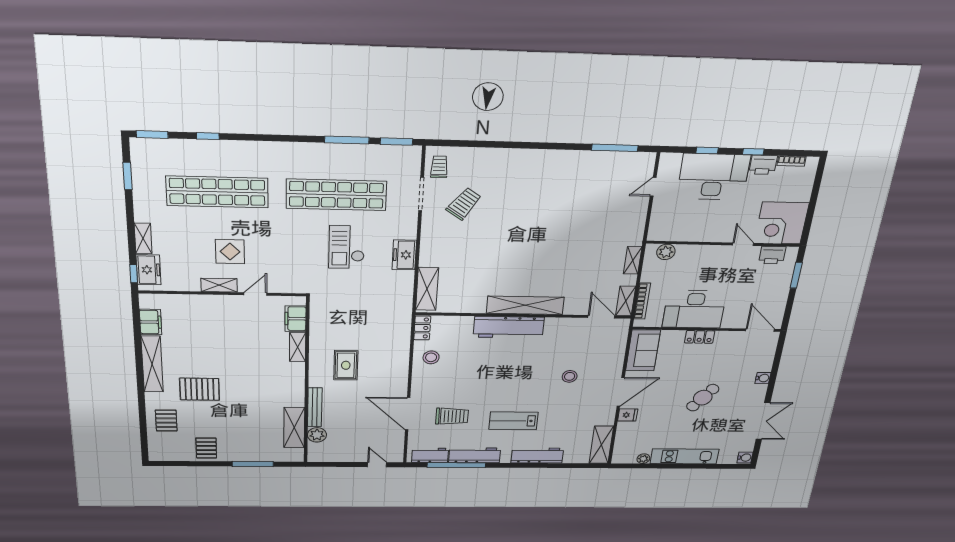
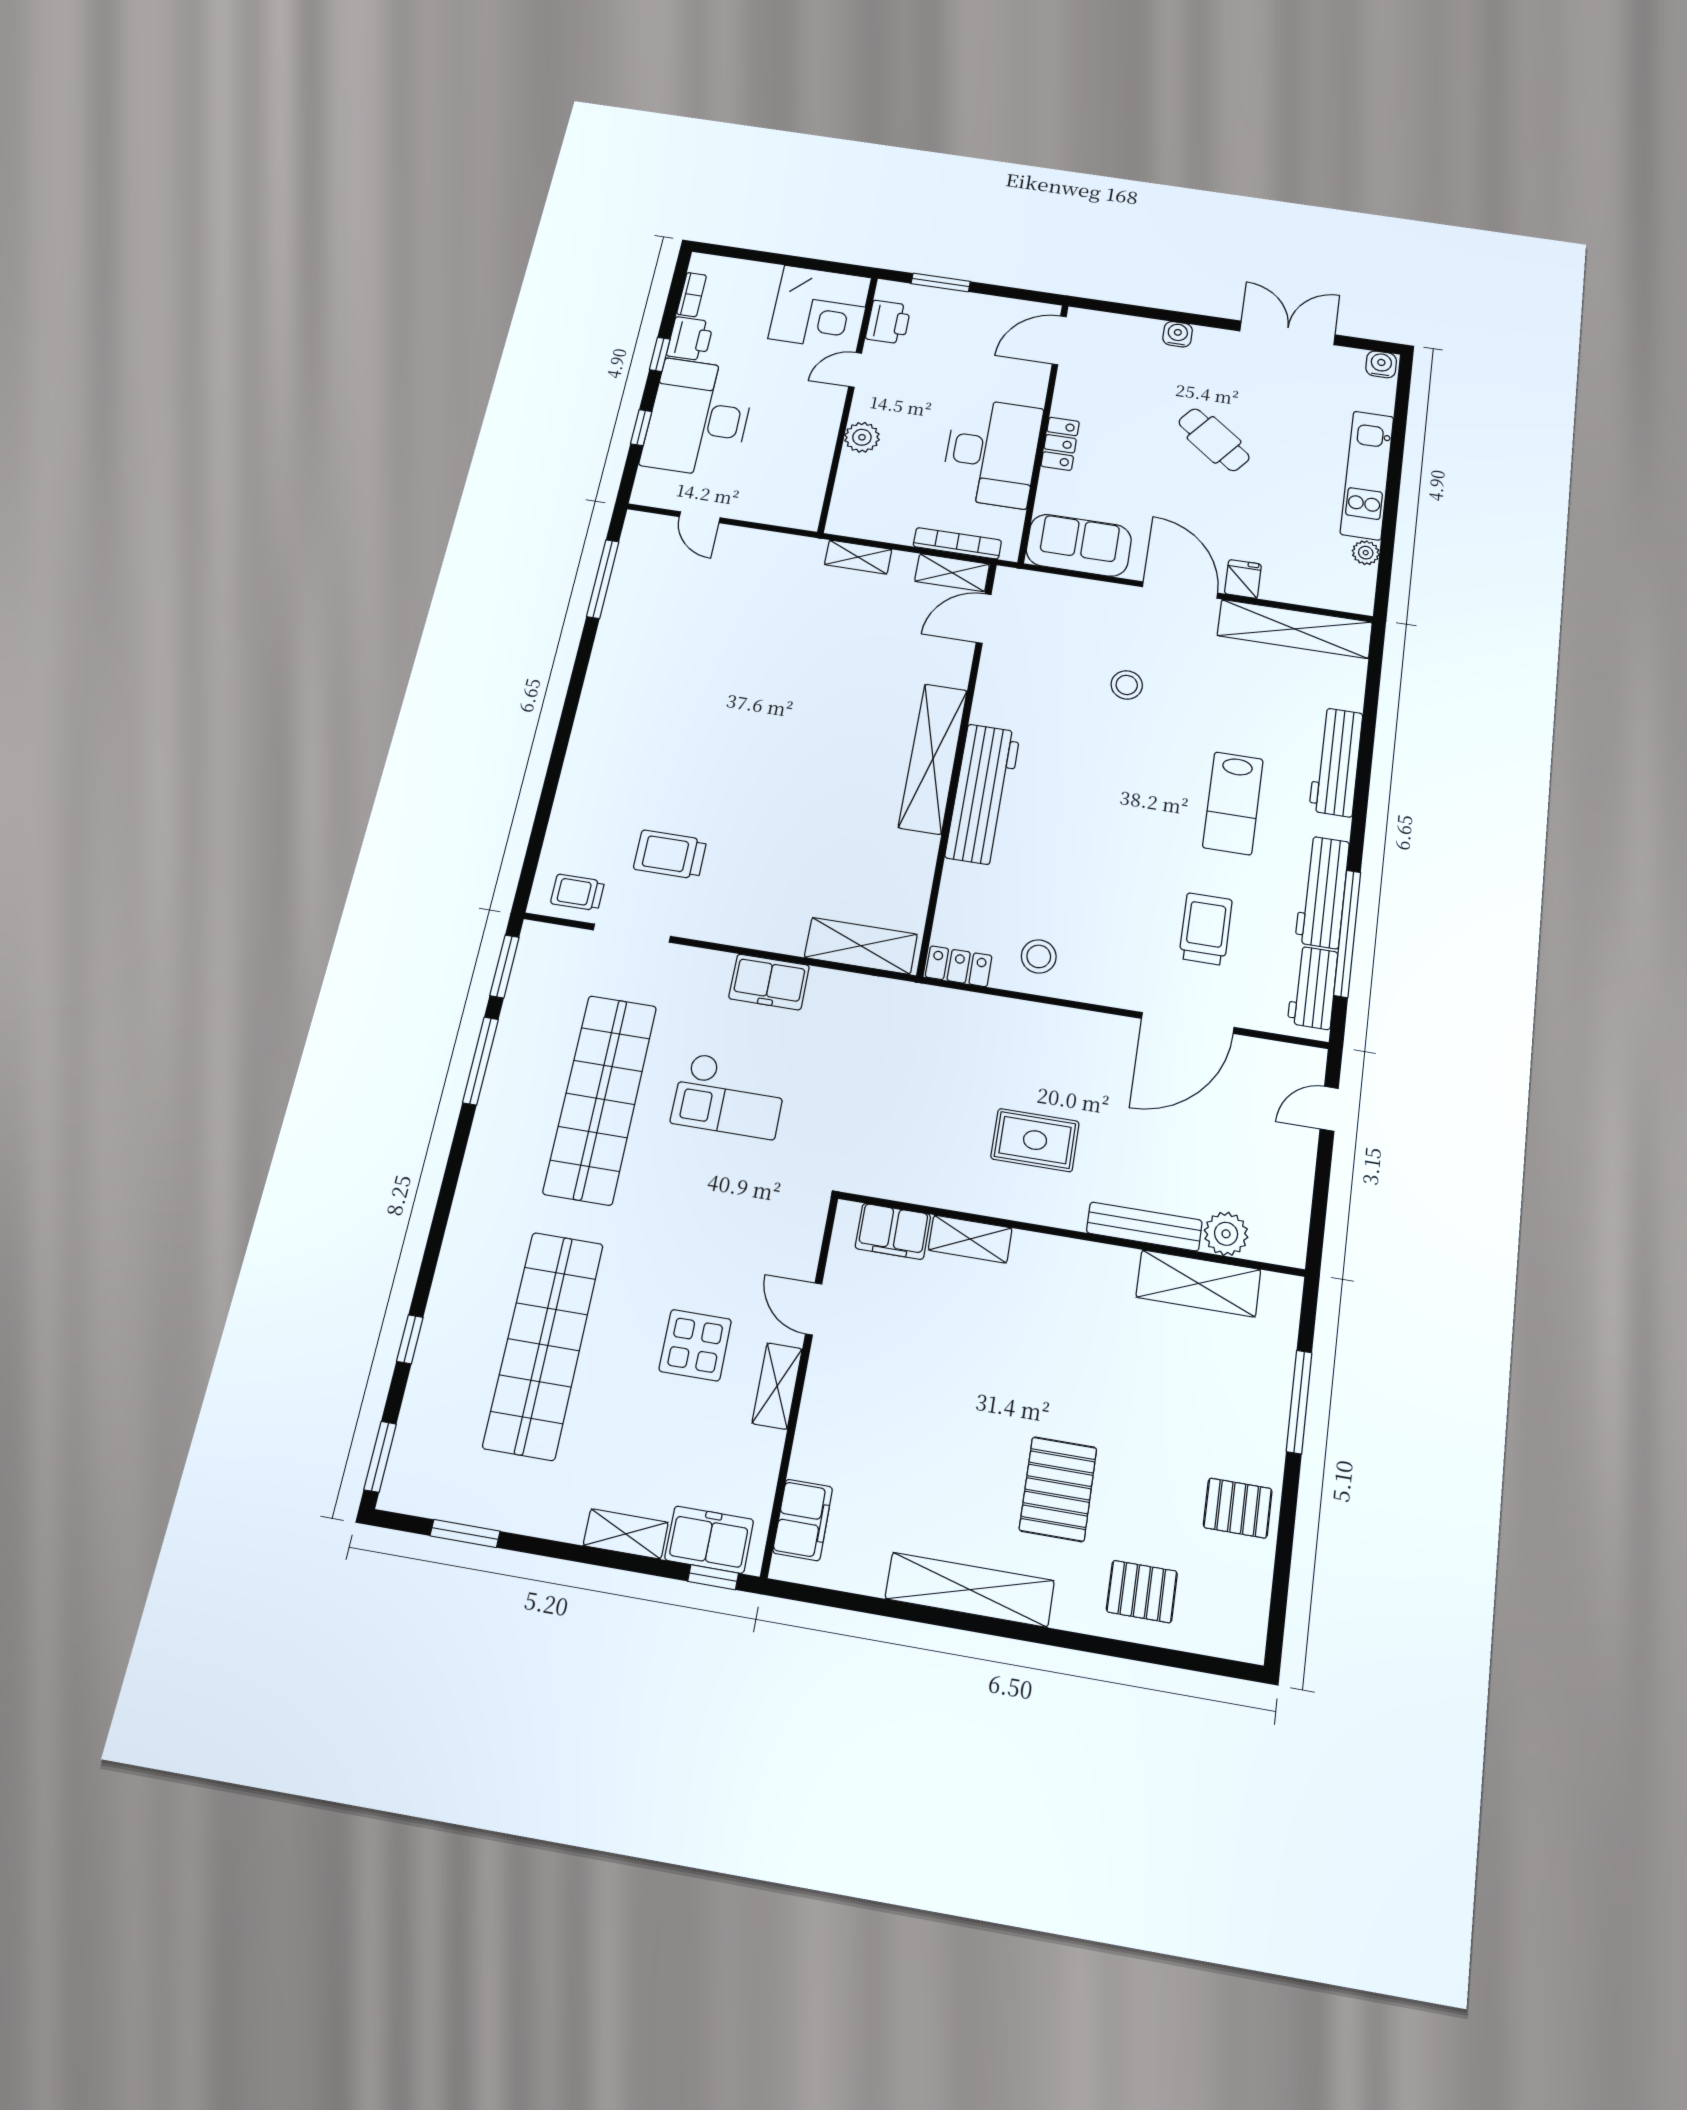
trolley: (464, 204) -> (670, 854), turned -35
plant: (666, 252) -> (862, 437), moved
filing cabinet: (151, 322) -> (803, 1520), moved, turned 90
shelving: (601, 445) -> (1295, 629), width x1.47

